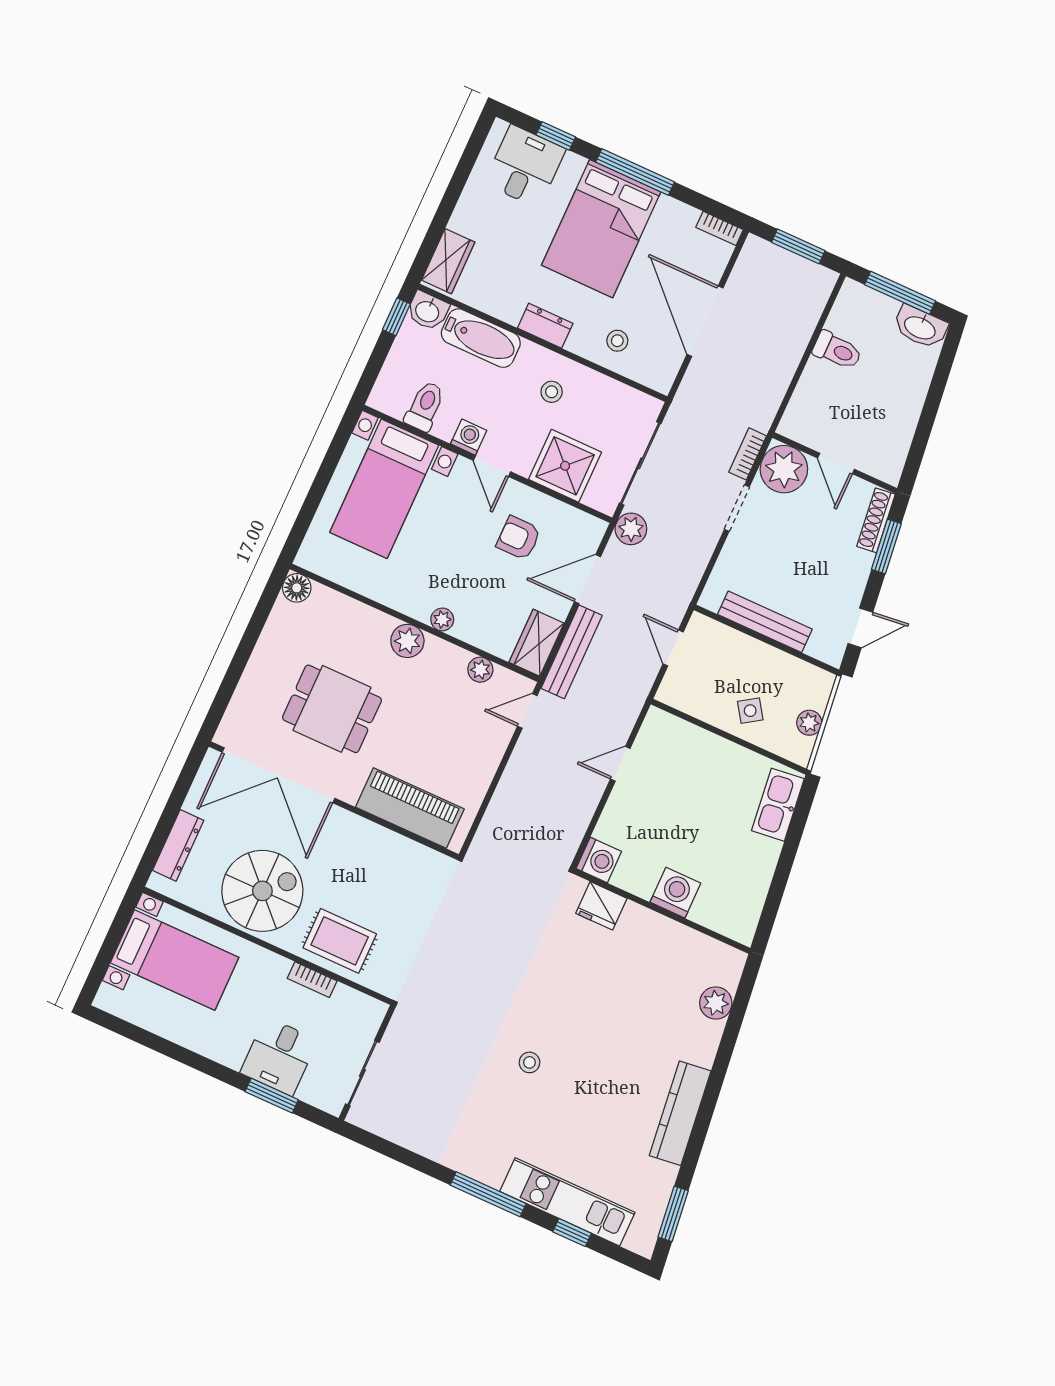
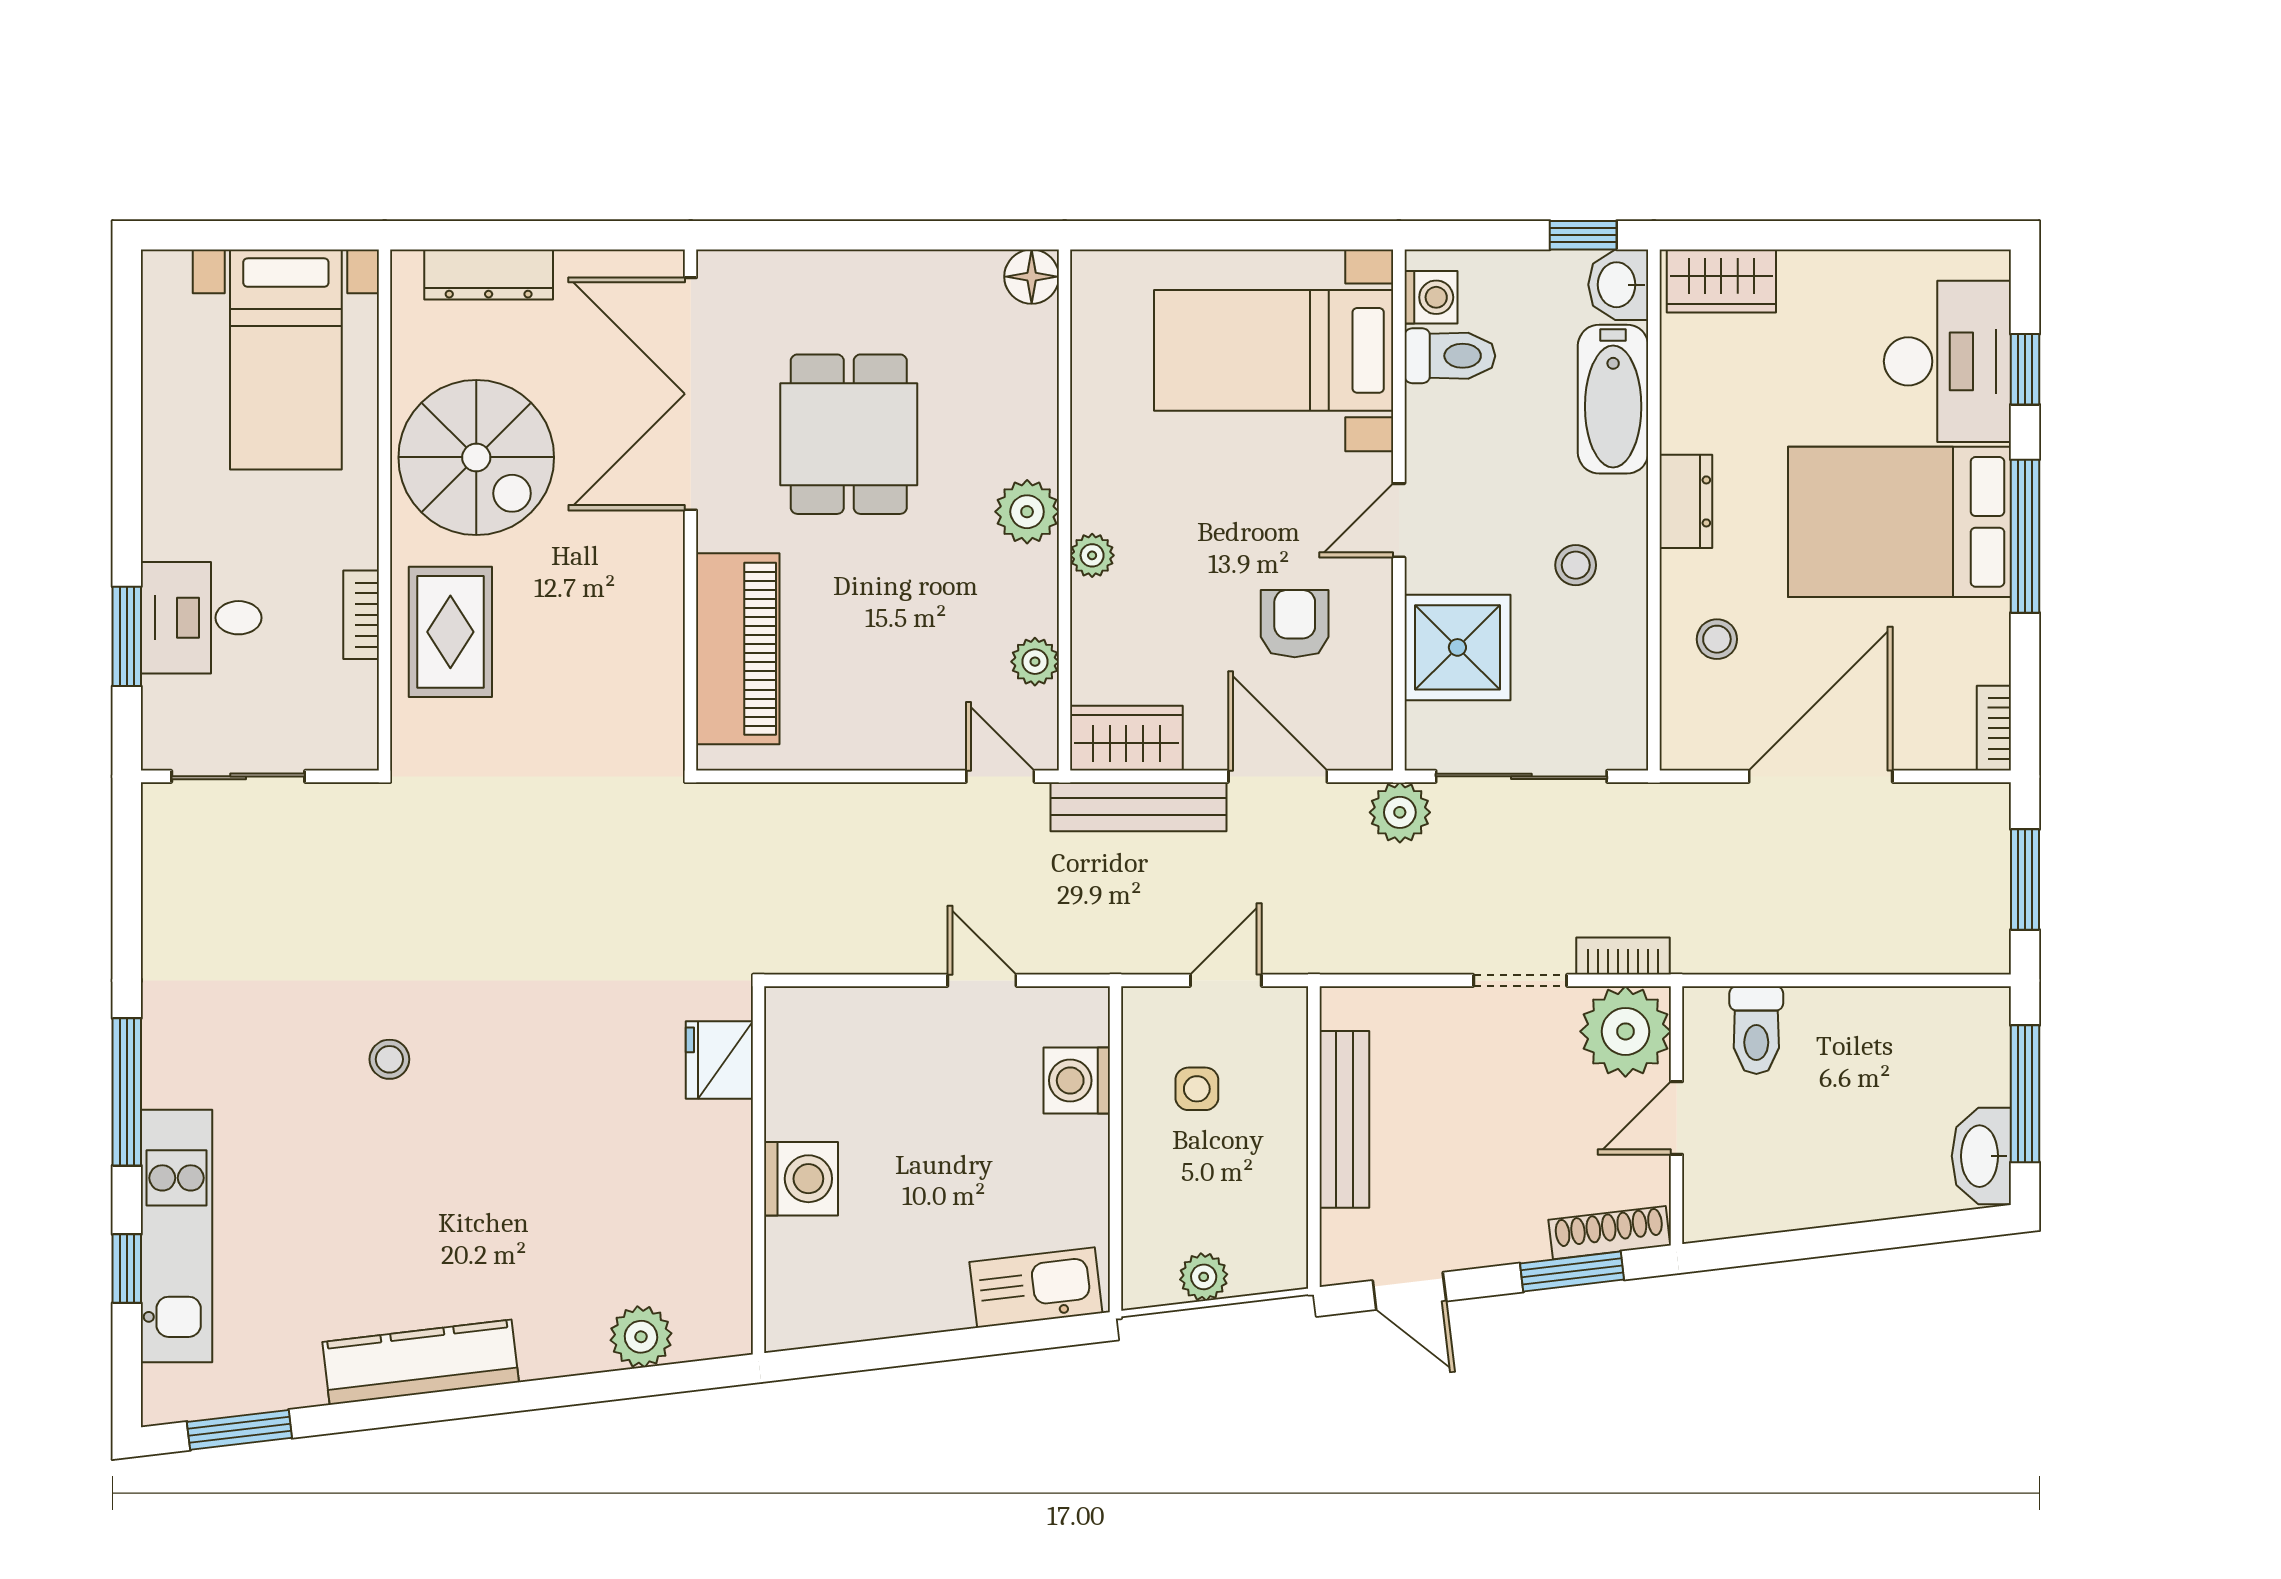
desk: (525, 166) -> (1947, 361), width x1.37
toilet: (837, 351) -> (1756, 1030), moved
washing machine: (469, 437) -> (1431, 297), moved
side table: (750, 711) -> (1197, 1089), moved, turned 34
washing machine: (599, 860) -> (1077, 1080), moved, turned 90

